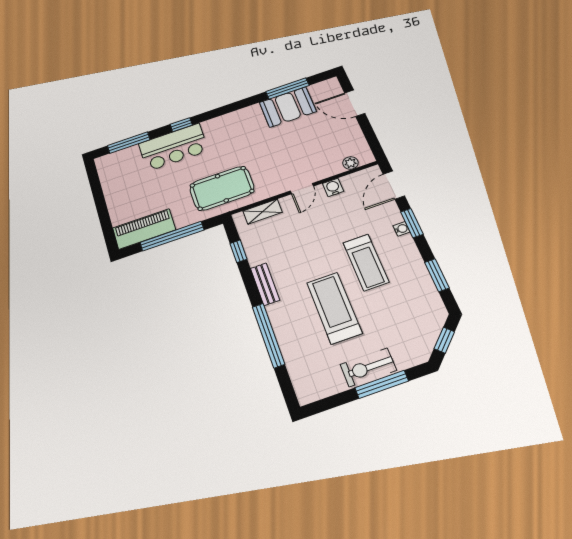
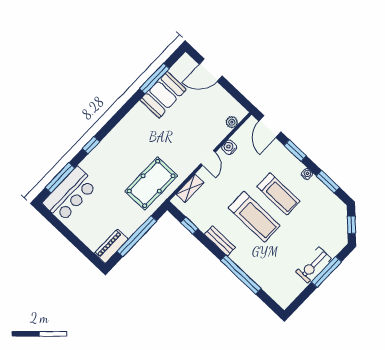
bar counter: (173, 147) -> (70, 194), moved
piano: (144, 229) -> (111, 246), width x0.73, depth x0.75
water cooler: (402, 229) -> (307, 174), moved
treadmill: (334, 308) -> (254, 217), moved, turned 180

